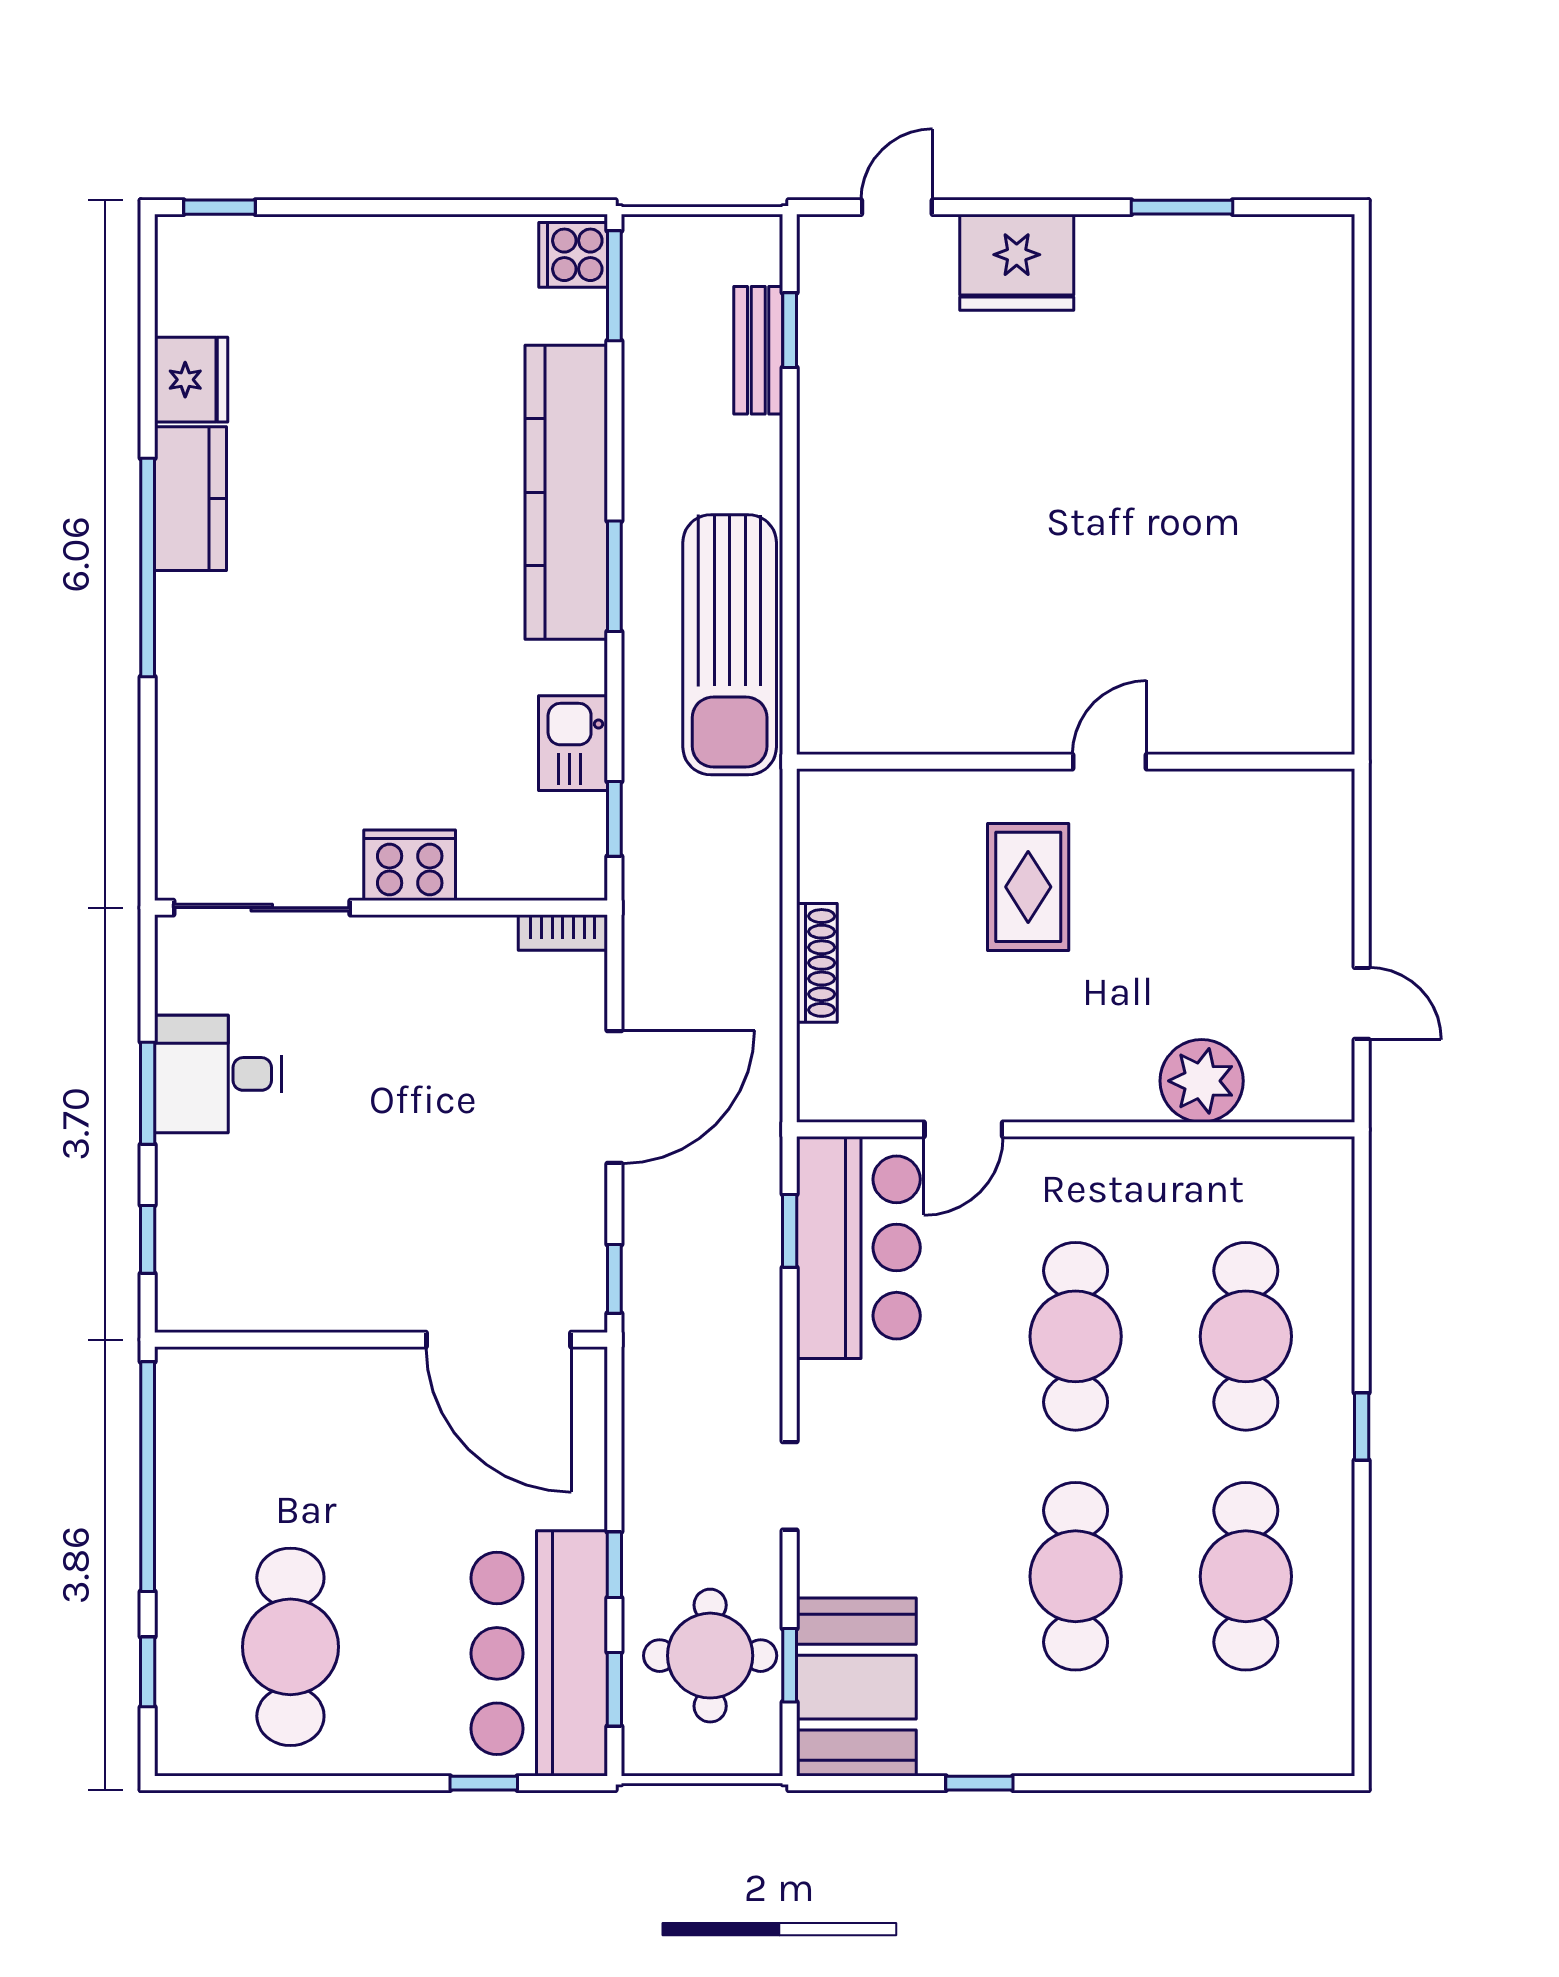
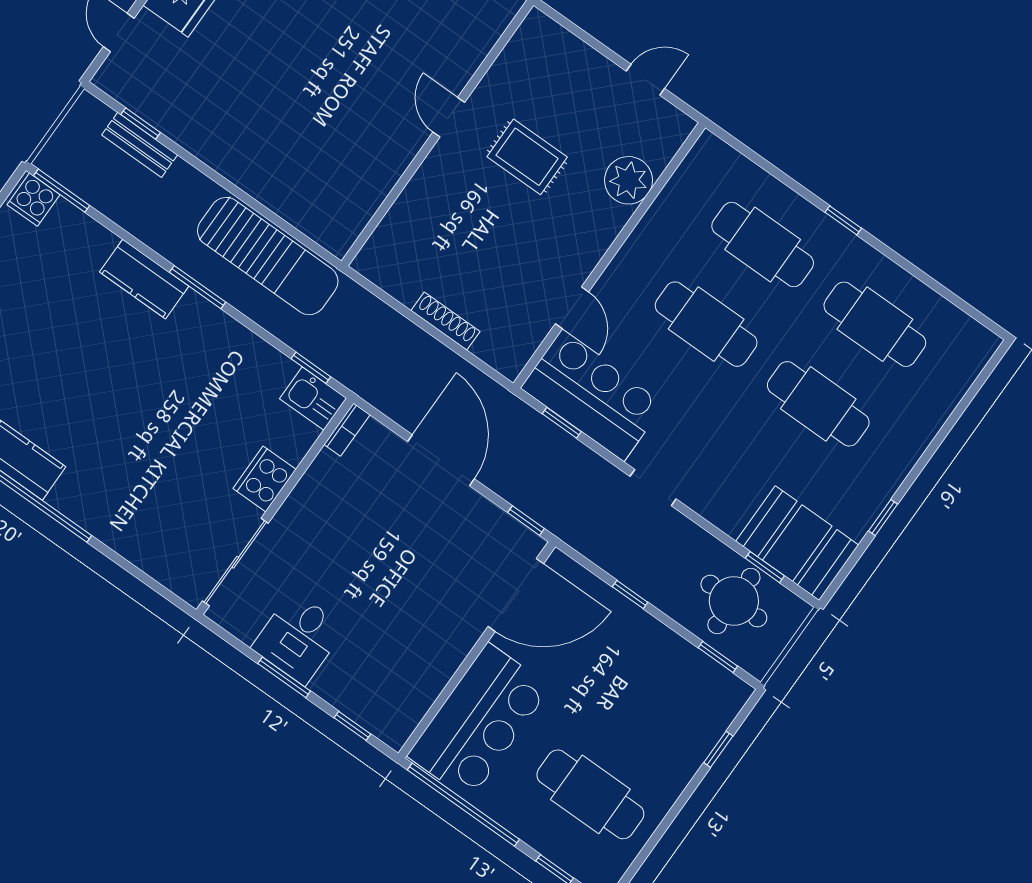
kitchen counter: (566, 492) -> (144, 279), width x0.48, depth x0.86
kitchen sink: (573, 743) -> (313, 399), moved
rug: (1028, 887) -> (527, 157), moved
doorway: (790, 1486) -> (653, 488), moved
window: (614, 1565) -> (630, 595), moved
bar counter: (539, 1653) -> (479, 721), moved, turned -90

